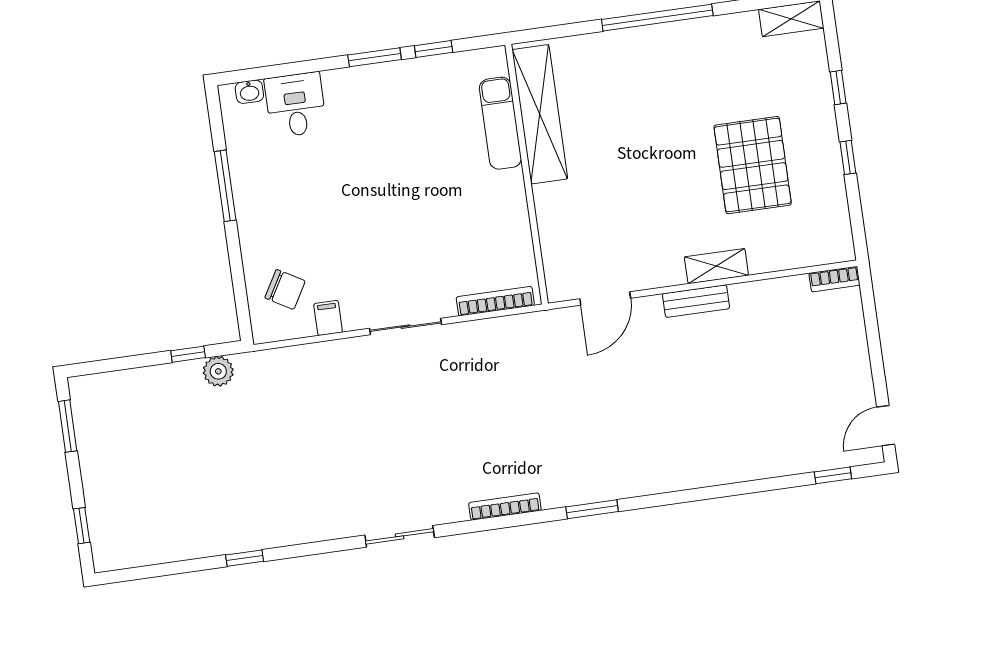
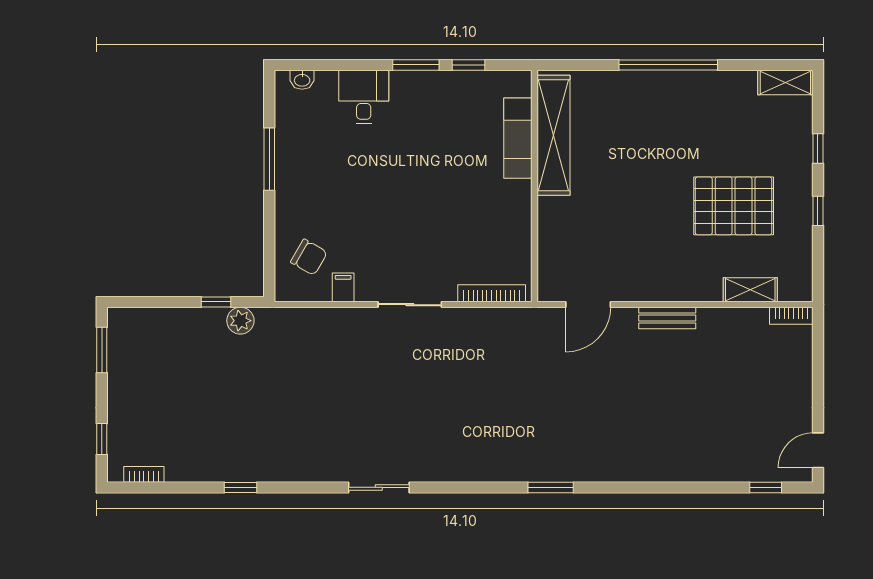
desk: (296, 105) -> (364, 97), moved
pallet: (753, 165) -> (734, 206), turned 90
shelving: (716, 266) -> (750, 290), moved
bookcase: (505, 506) -> (144, 474), moved, width x0.64

